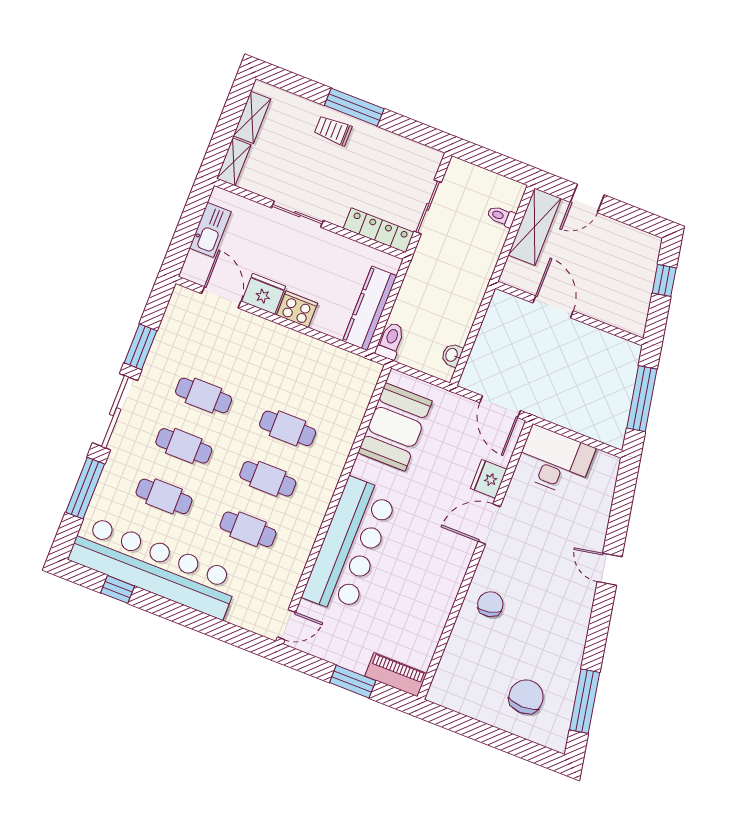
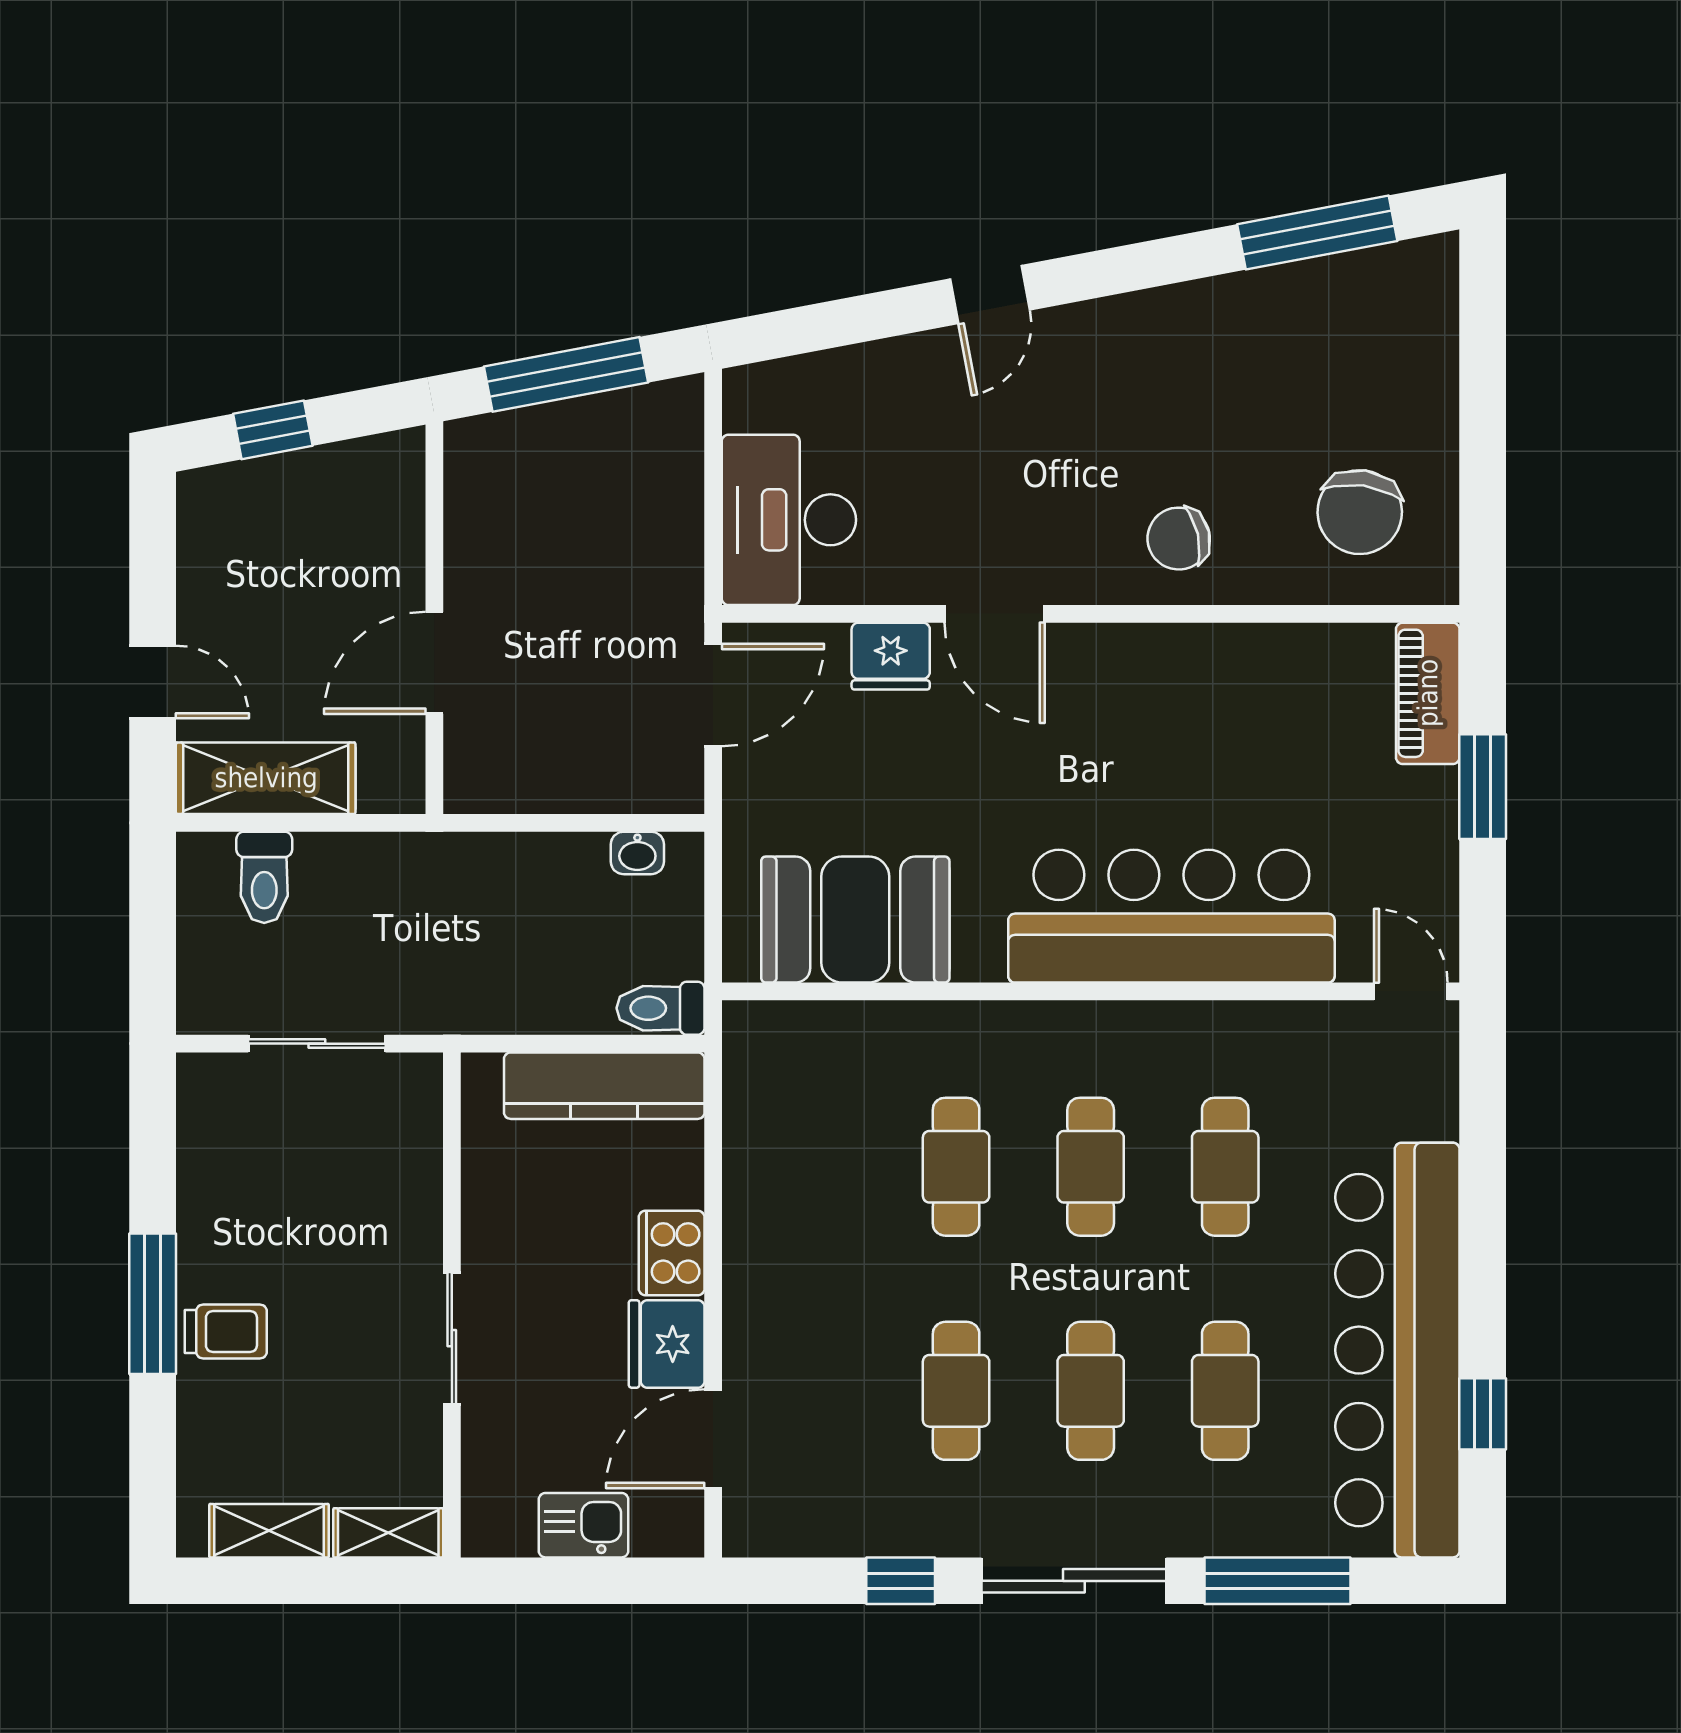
trolley: (333, 130) -> (226, 1331), turned -90
toilet: (501, 216) -> (264, 877), width x1.37, depth x1.39
kitchen sink: (210, 230) -> (583, 1525), width x0.73
locker: (379, 230) -> (415, 1136), removed
window: (140, 347) -> (901, 1581), width x0.67
chair: (526, 697) -> (1360, 512), moved, turned -82

